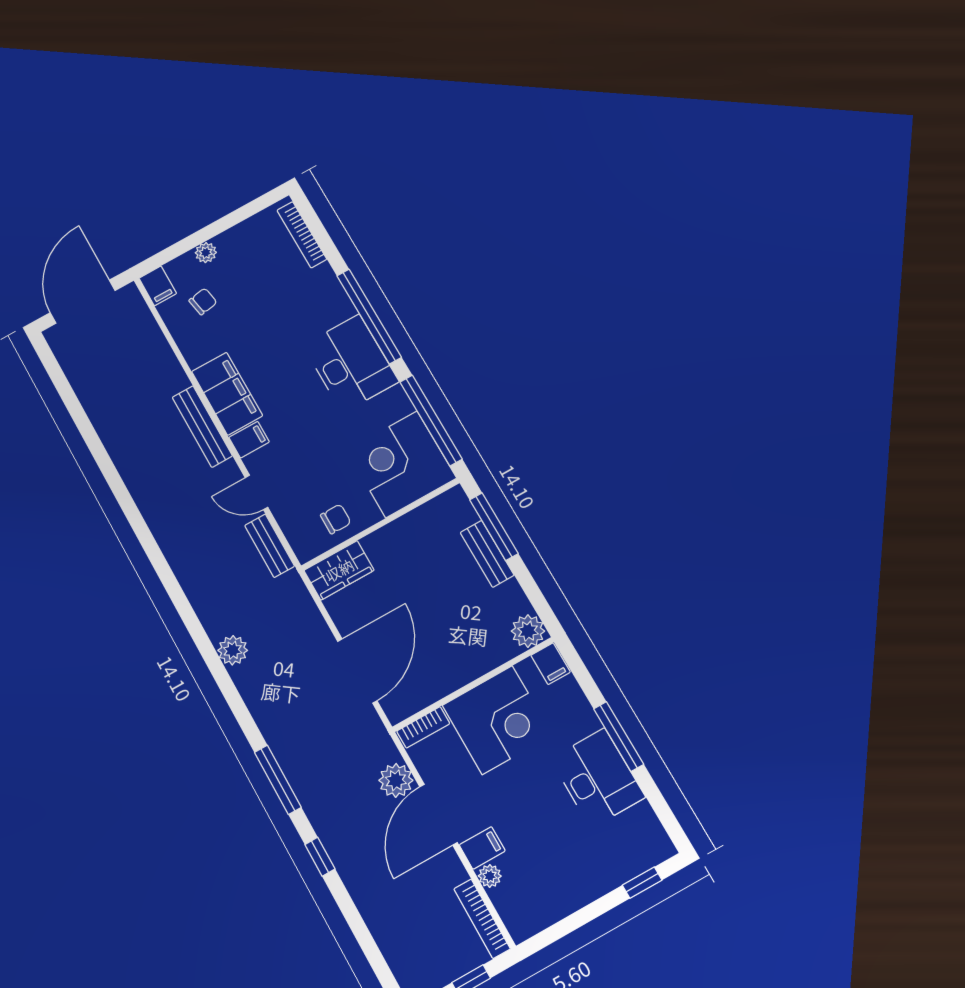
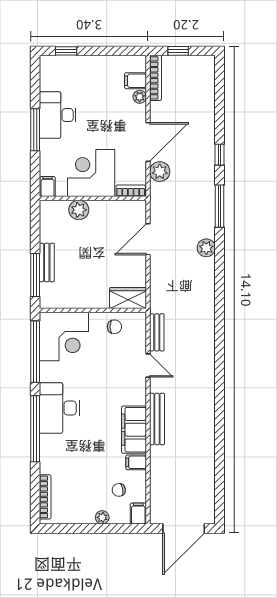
filing cabinet: (249, 440) -> (136, 462), moved
chair: (336, 519) -> (114, 327), turned 180
plant: (528, 631) -> (79, 210), moved
plant: (233, 650) -> (206, 248), moved
door: (357, 671) -> (148, 239), width x0.73
filing cabinet: (482, 848) -> (135, 81), moved

